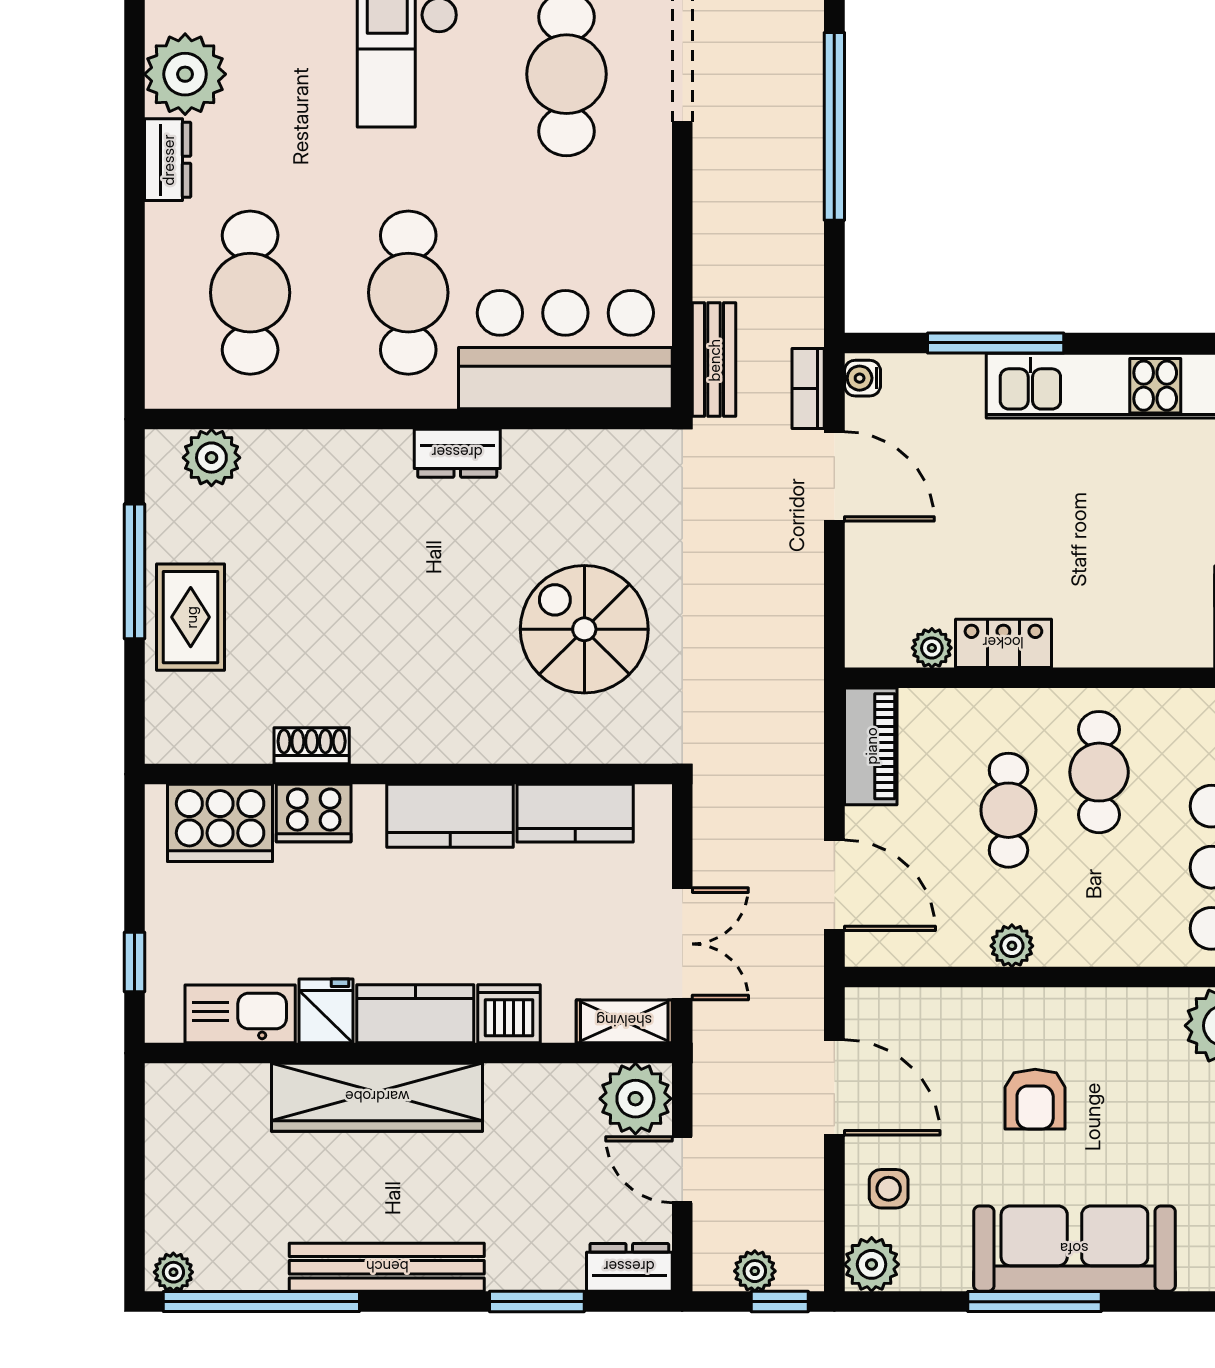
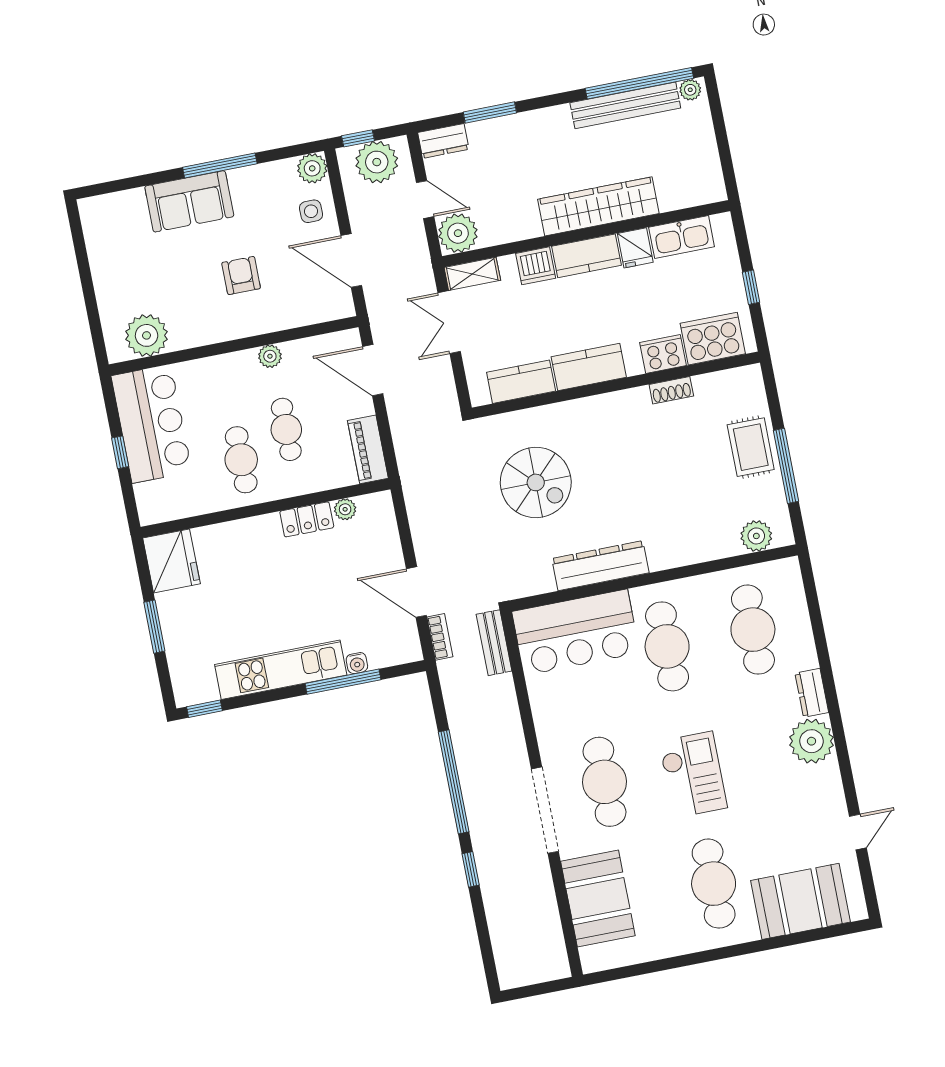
water cooler: (862, 378) -> (357, 663), moved, turned 90
dresser: (457, 453) -> (600, 566), width x1.96, depth x1.24
window: (134, 962) -> (751, 287), moved
sofa: (1074, 1249) -> (189, 201), width x0.73
bench: (387, 1267) -> (625, 105), moved
plant: (755, 1271) -> (377, 162), width x1.87, depth x1.87

